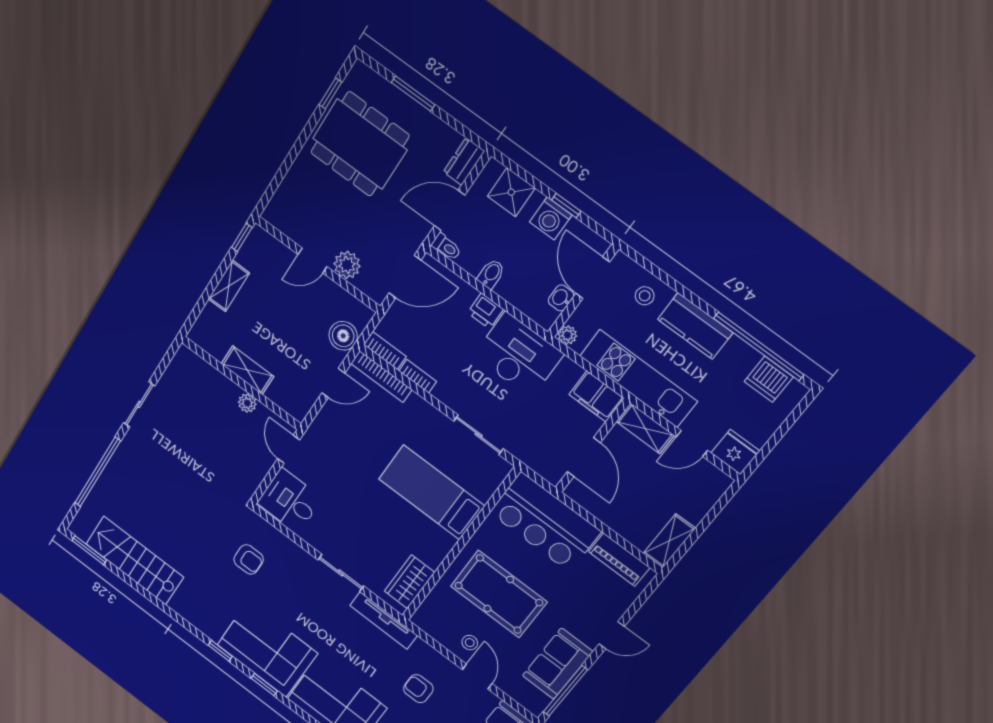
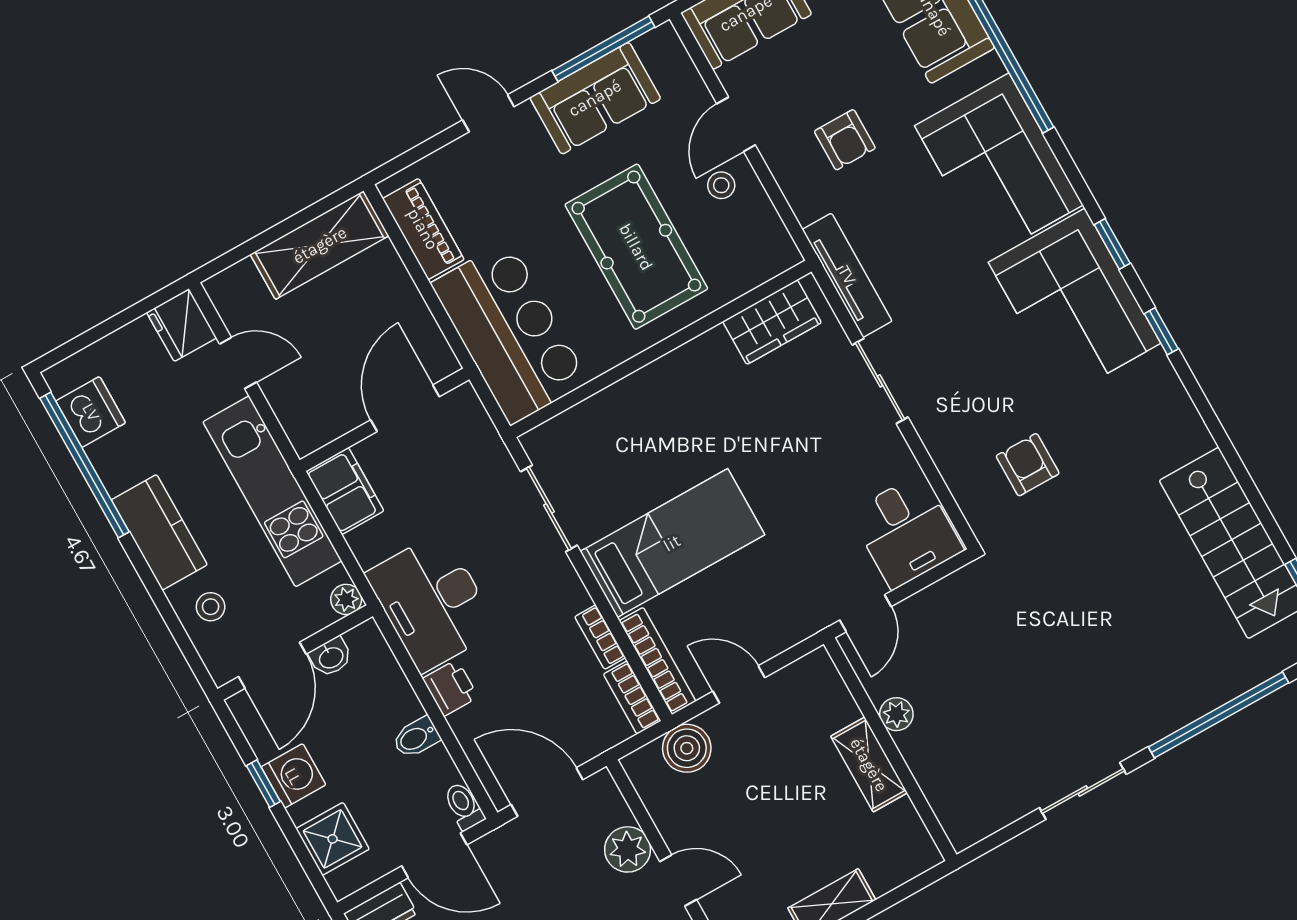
shelving: (645, 429) -> (295, 414), removed
bed: (432, 492) -> (672, 543), moved, turned -90
shelving: (669, 541) -> (320, 245), width x1.50, depth x1.33

